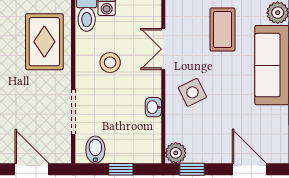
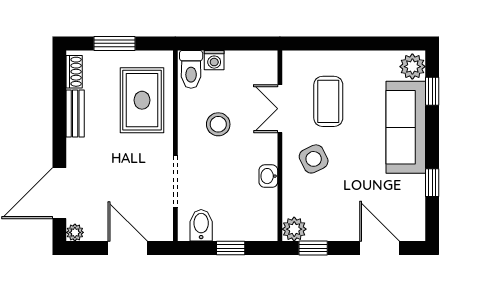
coffee table: (223, 29) -> (328, 101), moved

